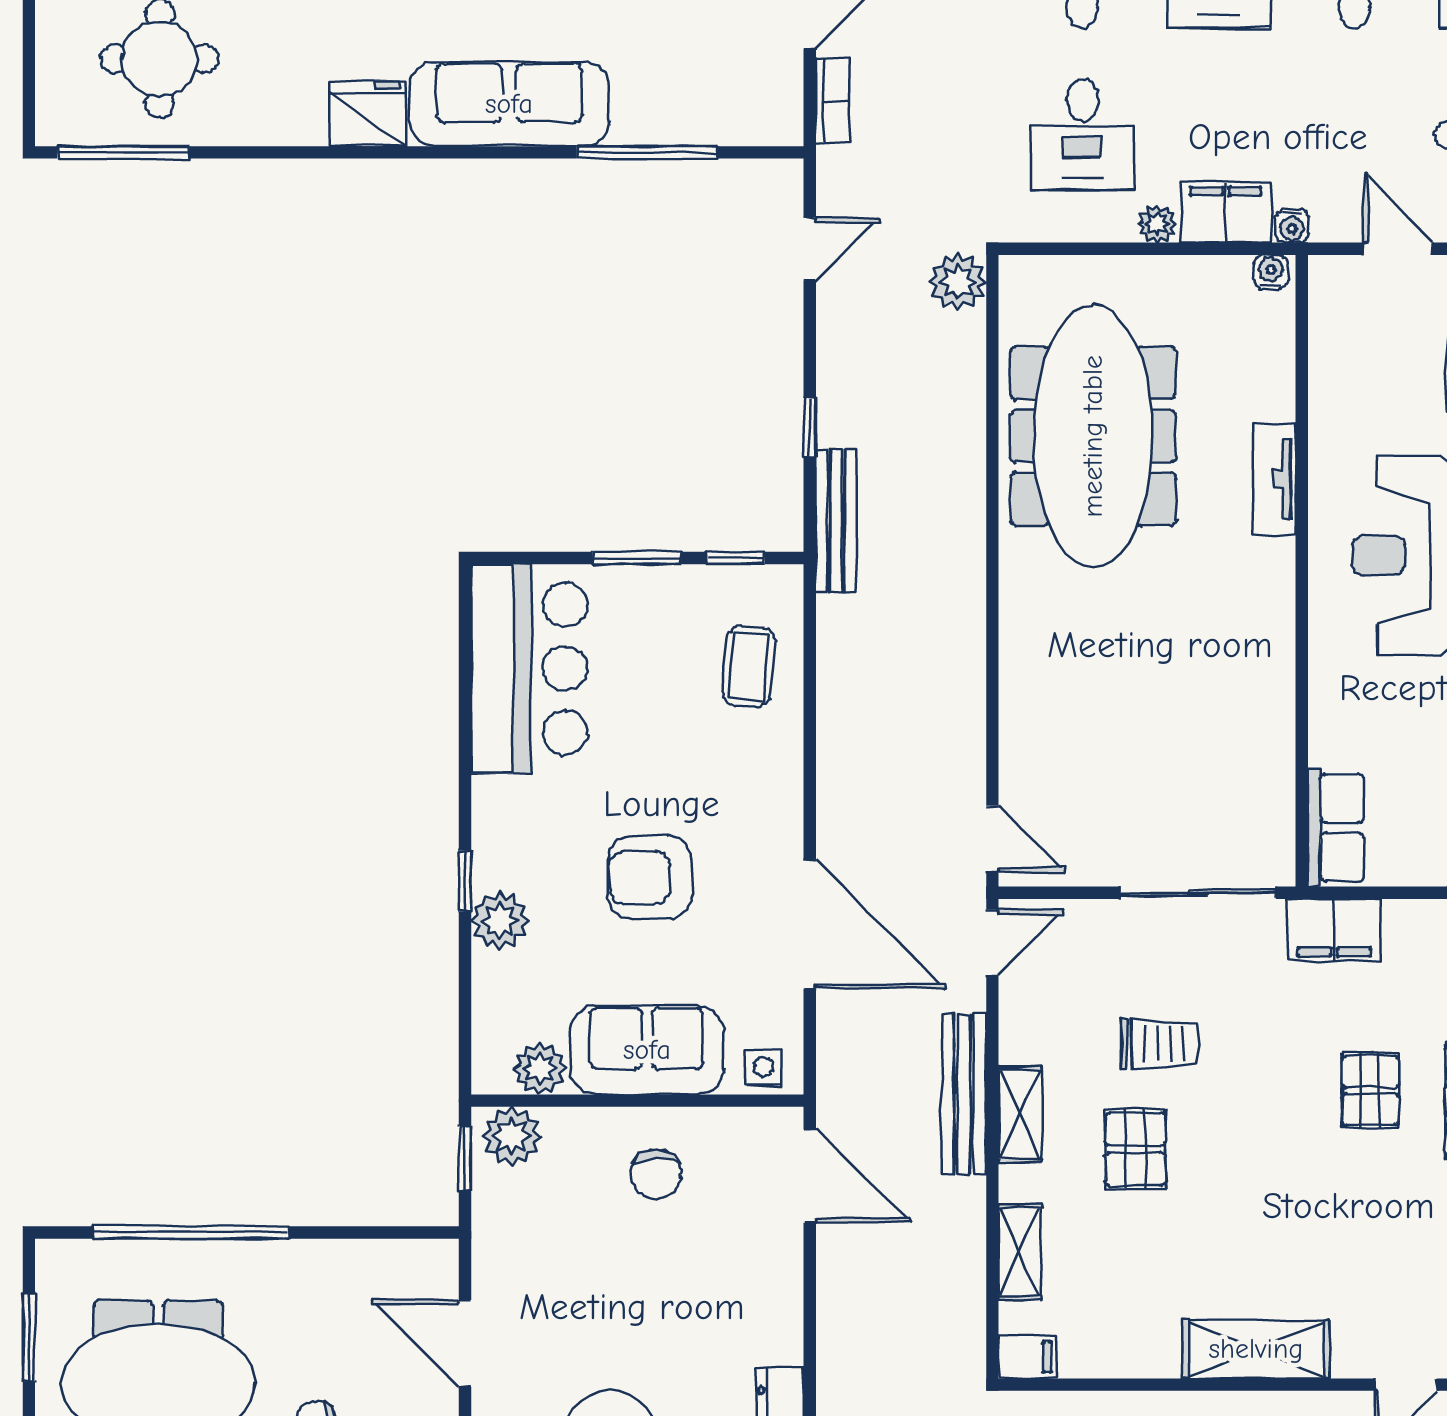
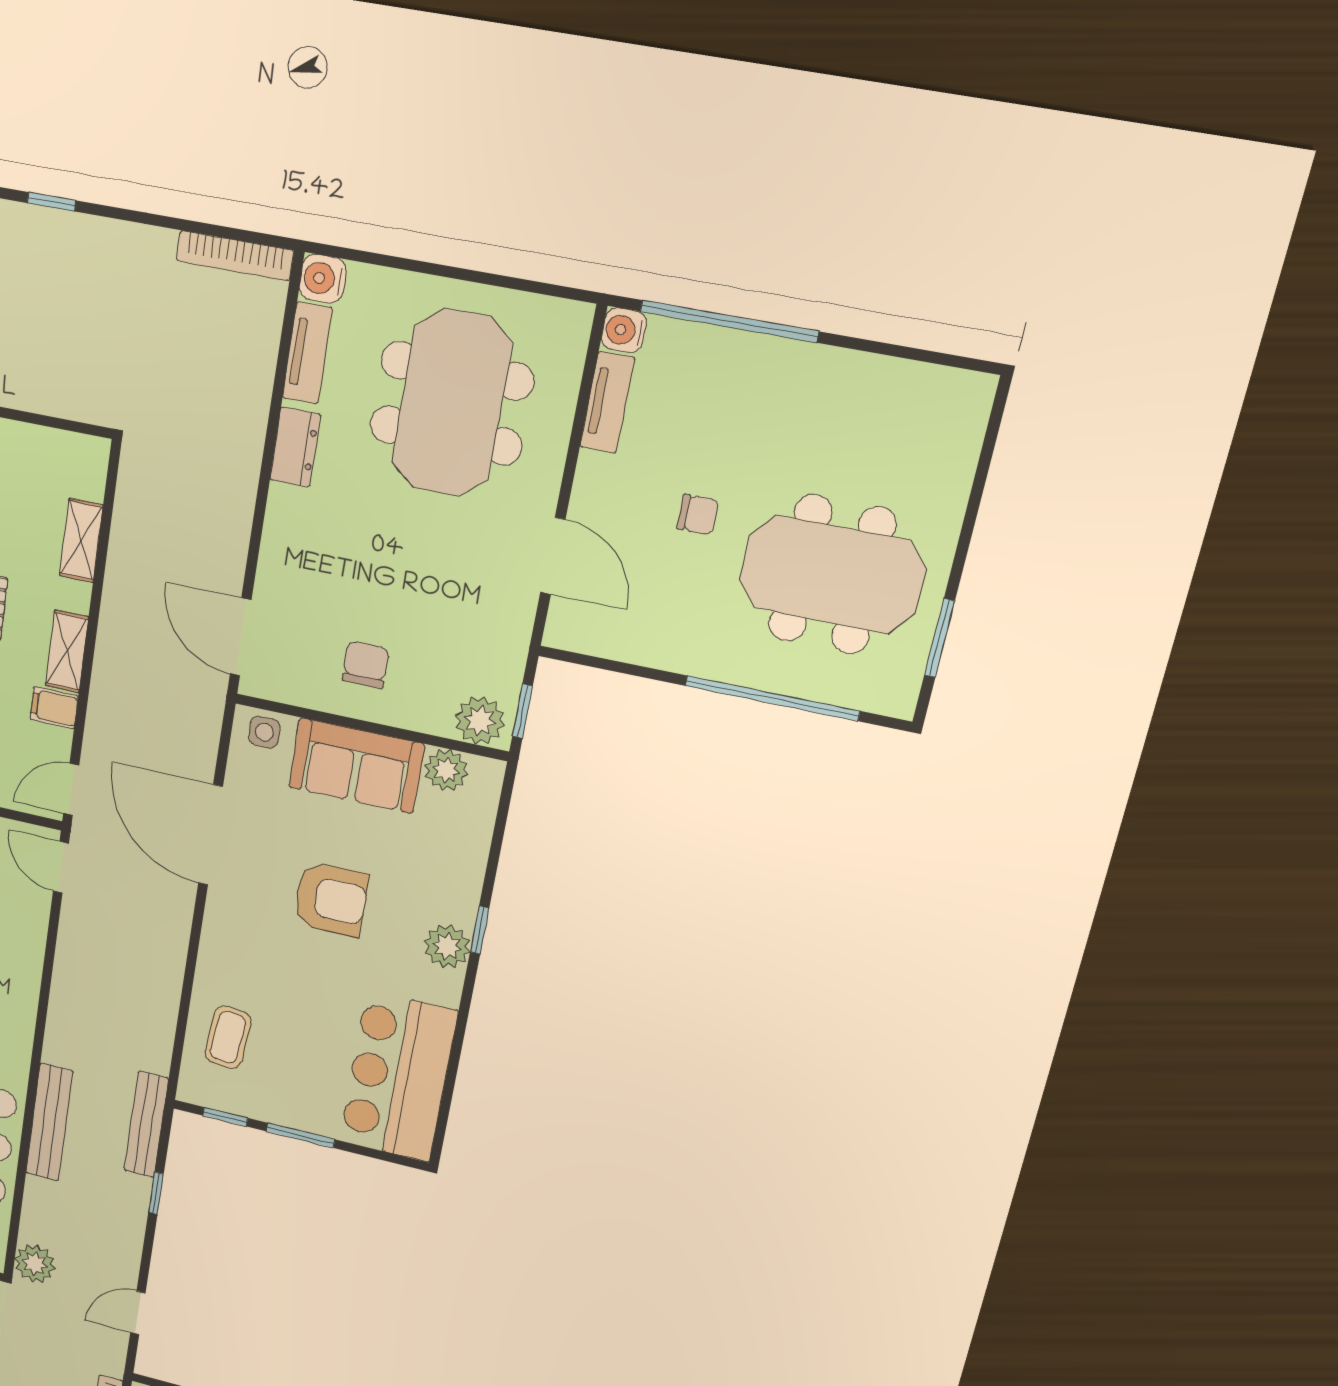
plant: (500, 921) -> (447, 946), moved
bench: (964, 1094) -> (49, 1122), moved
filing cabinet: (1027, 1357) -> (54, 708), moved

